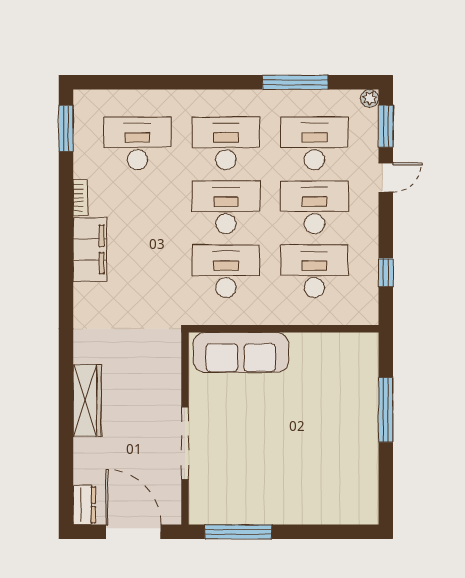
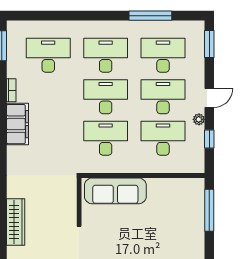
plant: (370, 98) -> (199, 119), moved
door: (386, 178) -> (209, 98), moved
window: (386, 410) -> (209, 210), moved

